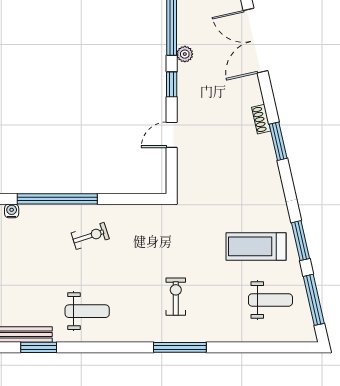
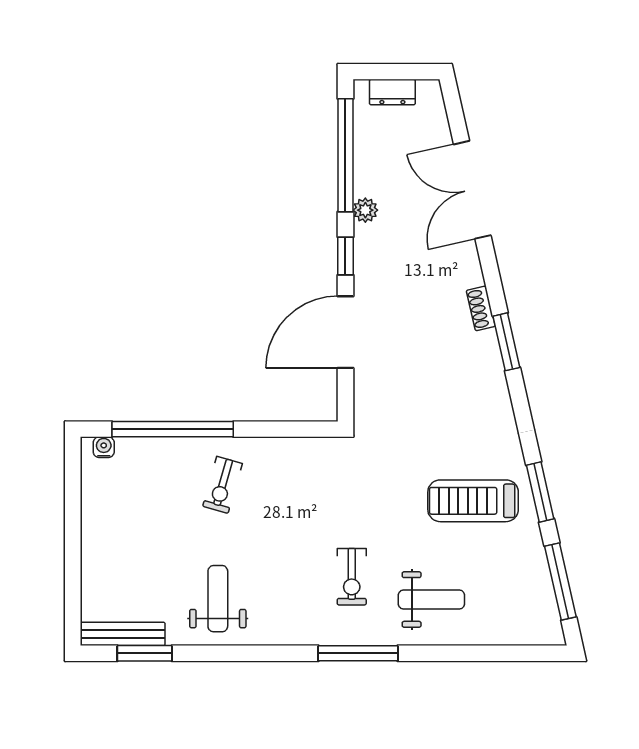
door: (172, 135) -> (345, 332), width x1.87
exercise bike: (90, 236) -> (222, 485), turned 124
exercise bike: (176, 297) -> (352, 577), turned 180
weight bench: (270, 300) -> (431, 599), moved
weight bench: (87, 311) -> (218, 599), turned -90

